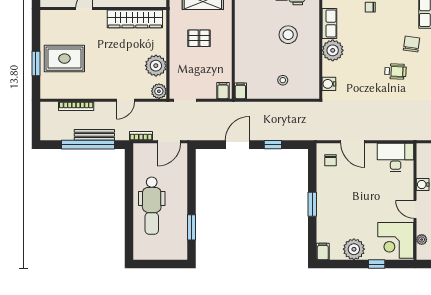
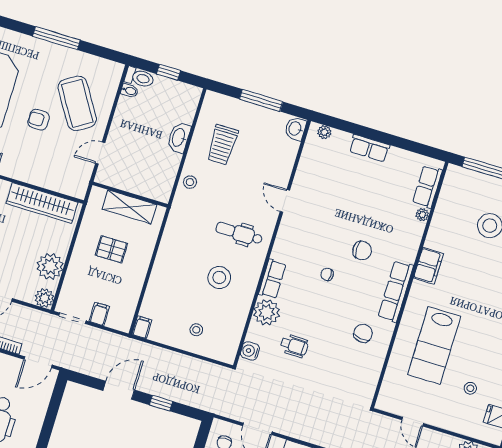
wheelchair: (395, 71) -> (294, 346), moved
filing cabinet: (223, 91) -> (99, 314), moved

